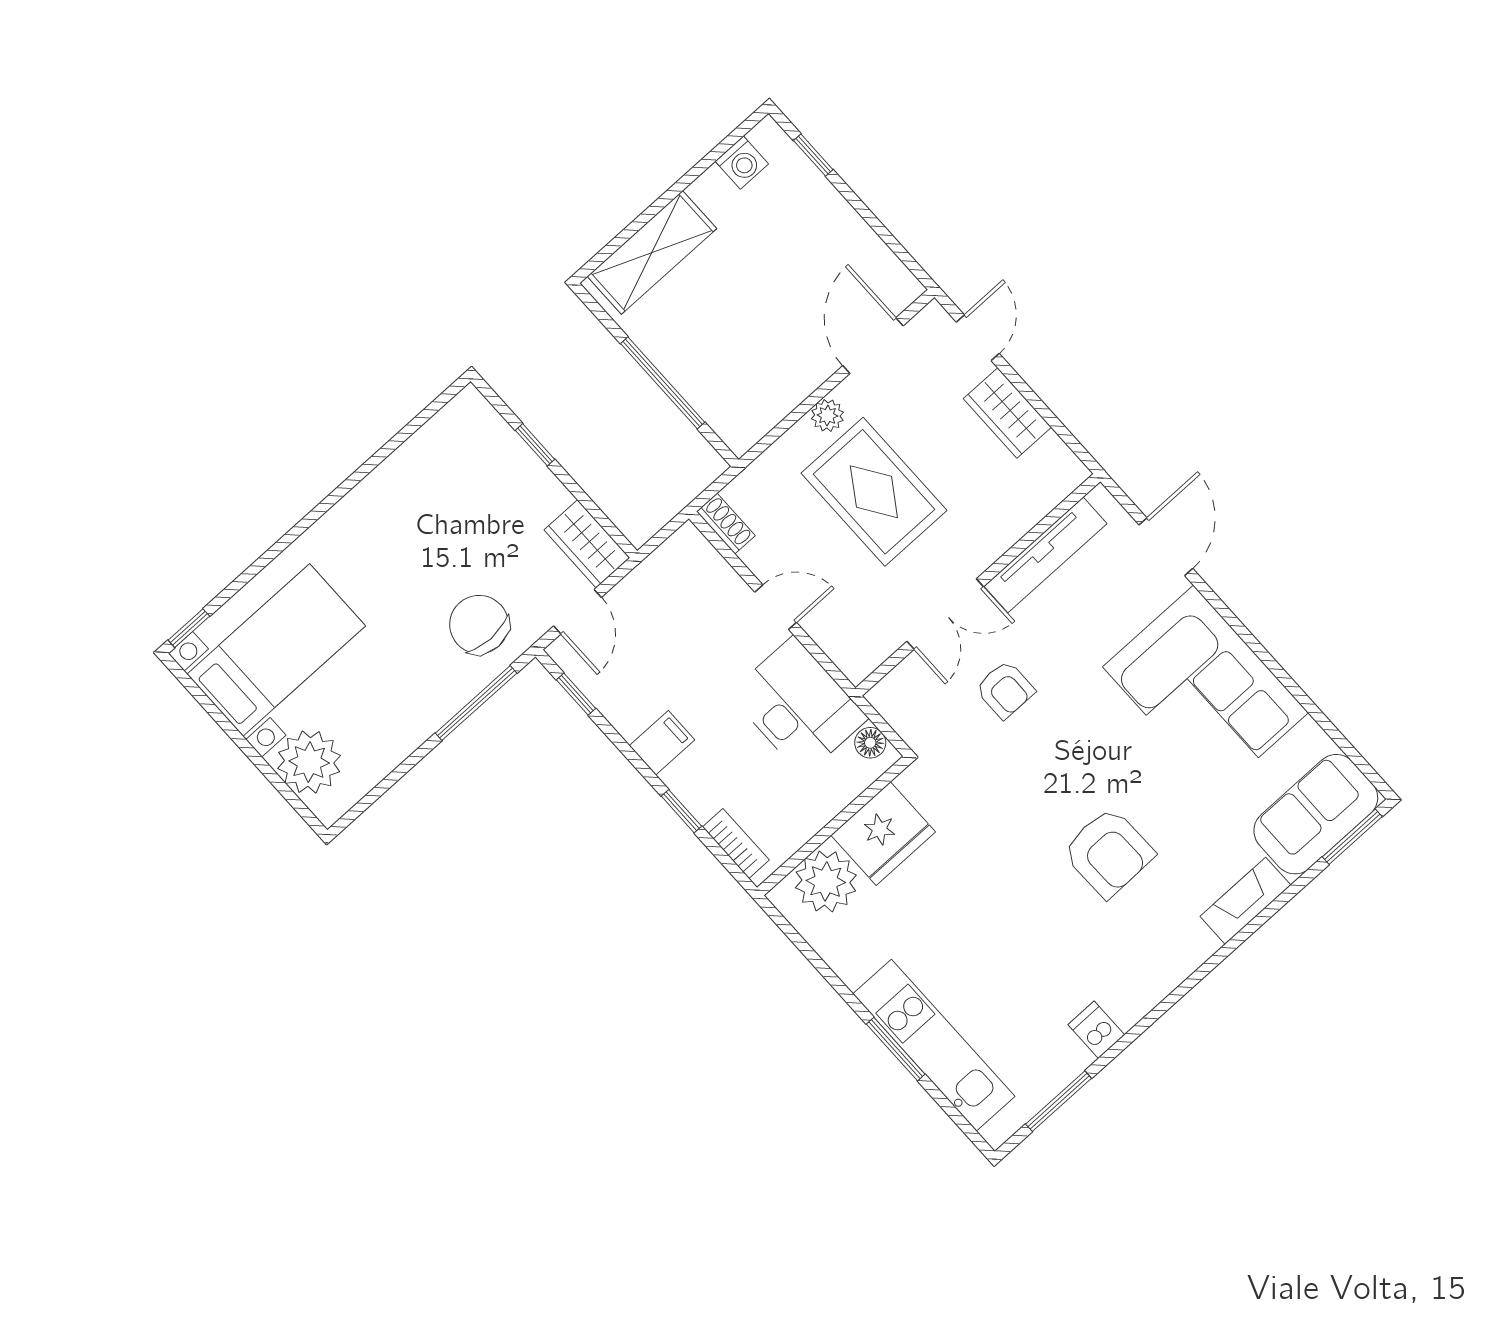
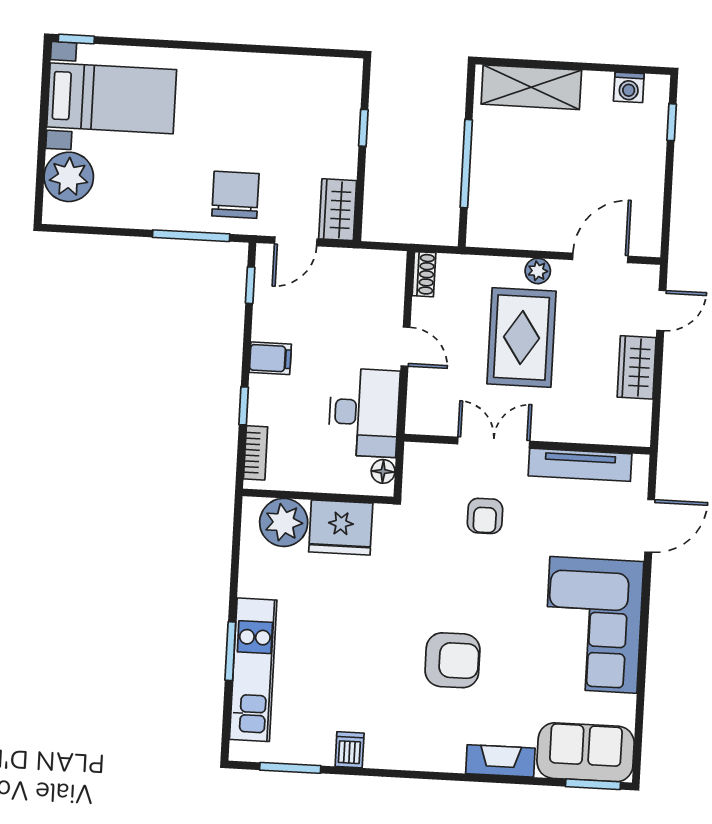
double door: (945, 614) -> (494, 442), swing flipped
armchair: (1108, 852) -> (452, 660), turned -89

